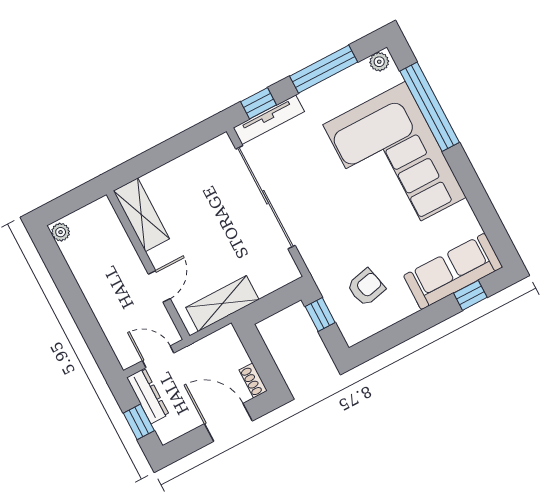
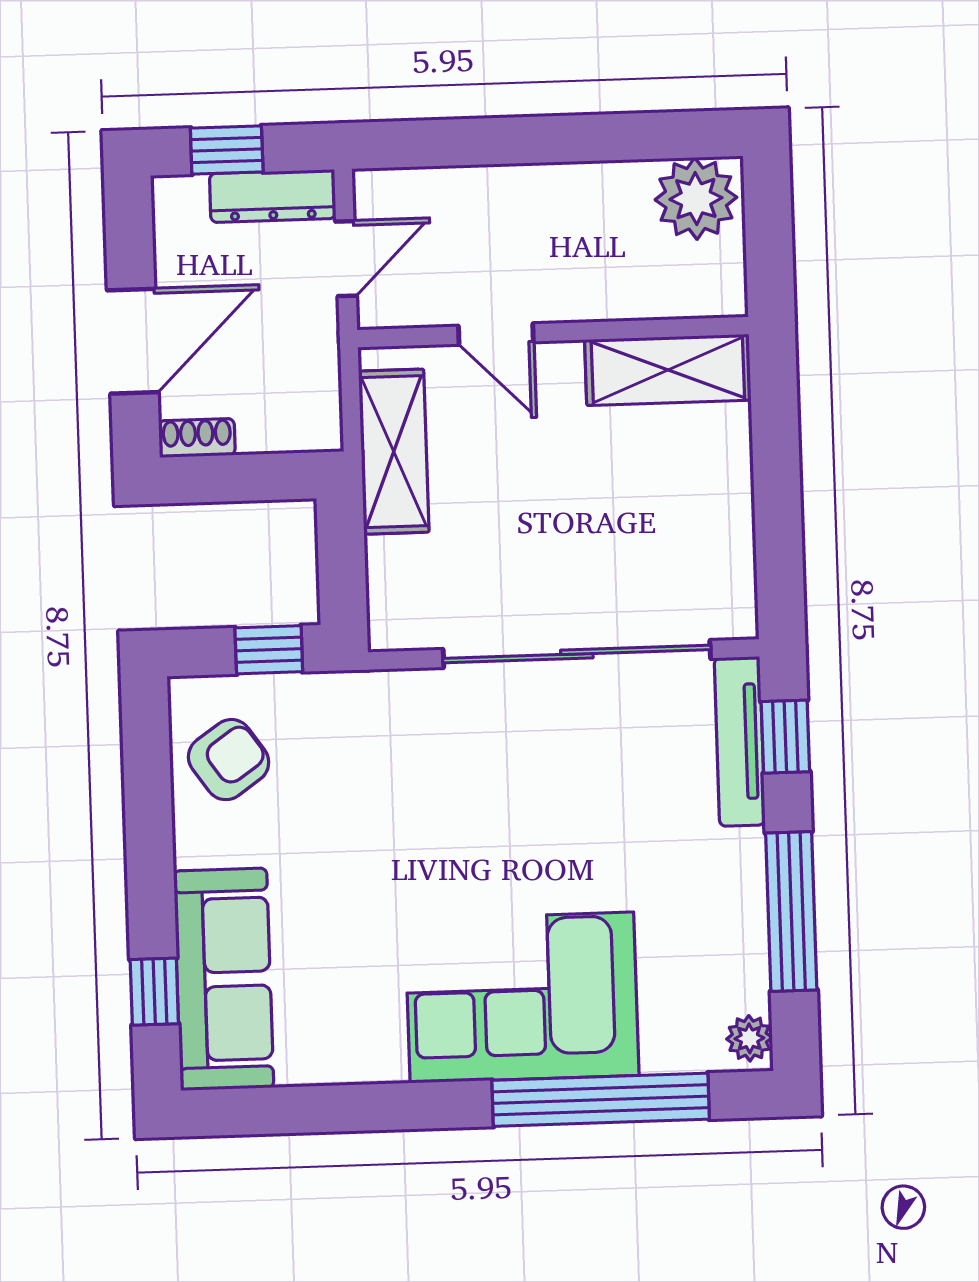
corner sofa: (394, 161) -> (522, 997), width x0.73, depth x0.74
plant: (61, 232) -> (696, 199), width x1.88, depth x1.88
armchair: (366, 287) -> (229, 760), moved, turned -112

